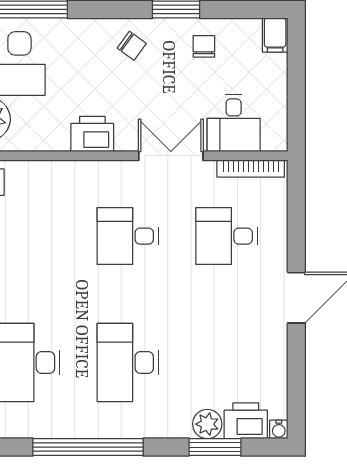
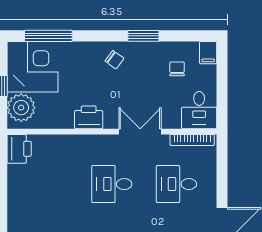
chair: (204, 46) -> (177, 69), moved
desk: (234, 123) -> (199, 110), moved

